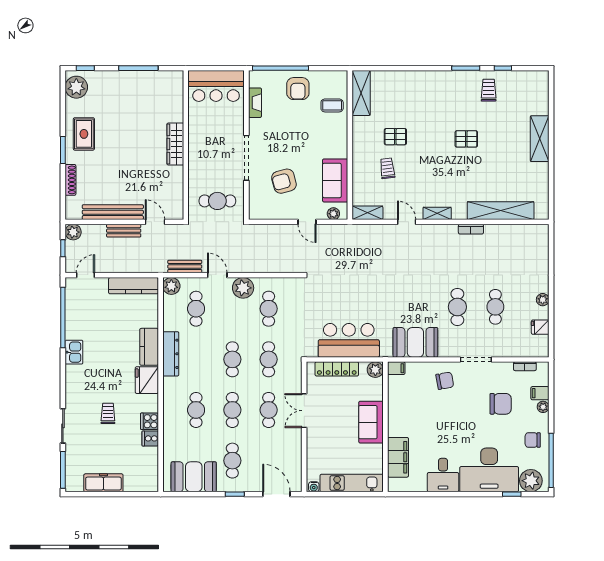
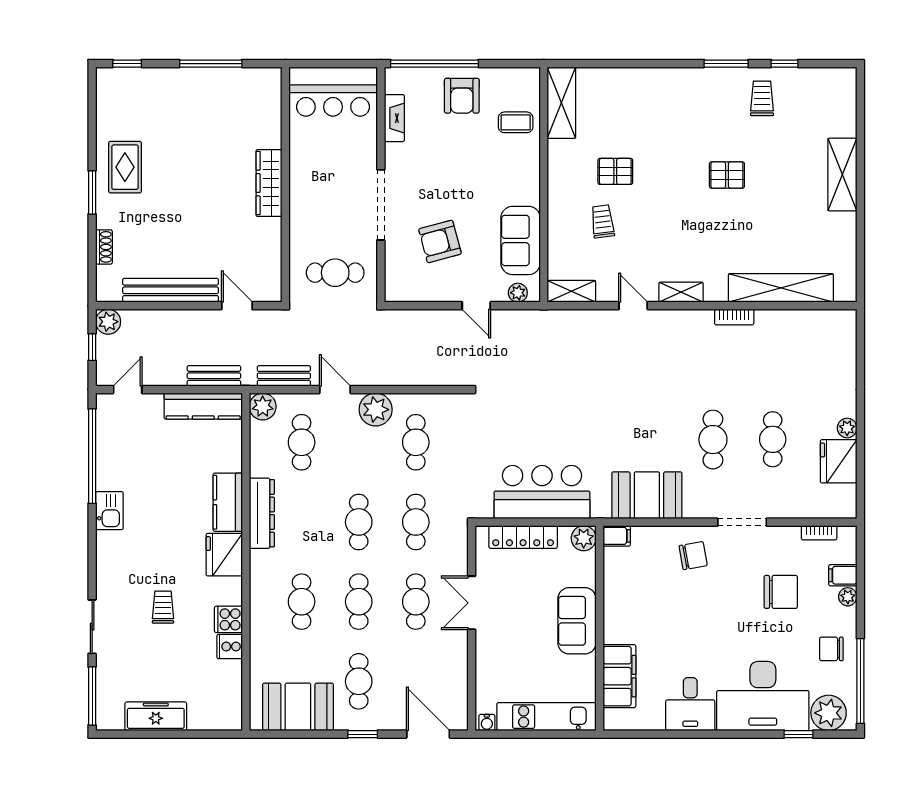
plant: (76, 87) -> (113, 94), removed
shoe rack: (70, 180) -> (104, 247), width x0.70
bench: (124, 231) -> (214, 376), moved
fridge: (540, 327) -> (839, 461), width x1.88, depth x1.34

